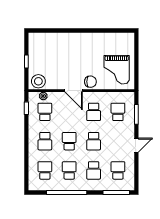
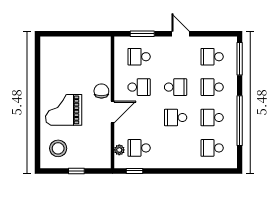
grand piano: (117, 70) -> (64, 110), moved, turned 180
stool: (38, 81) -> (58, 148), moved
school desk: (45, 141) -> (176, 148), removed
school desk: (94, 170) -> (212, 87), turned 180

